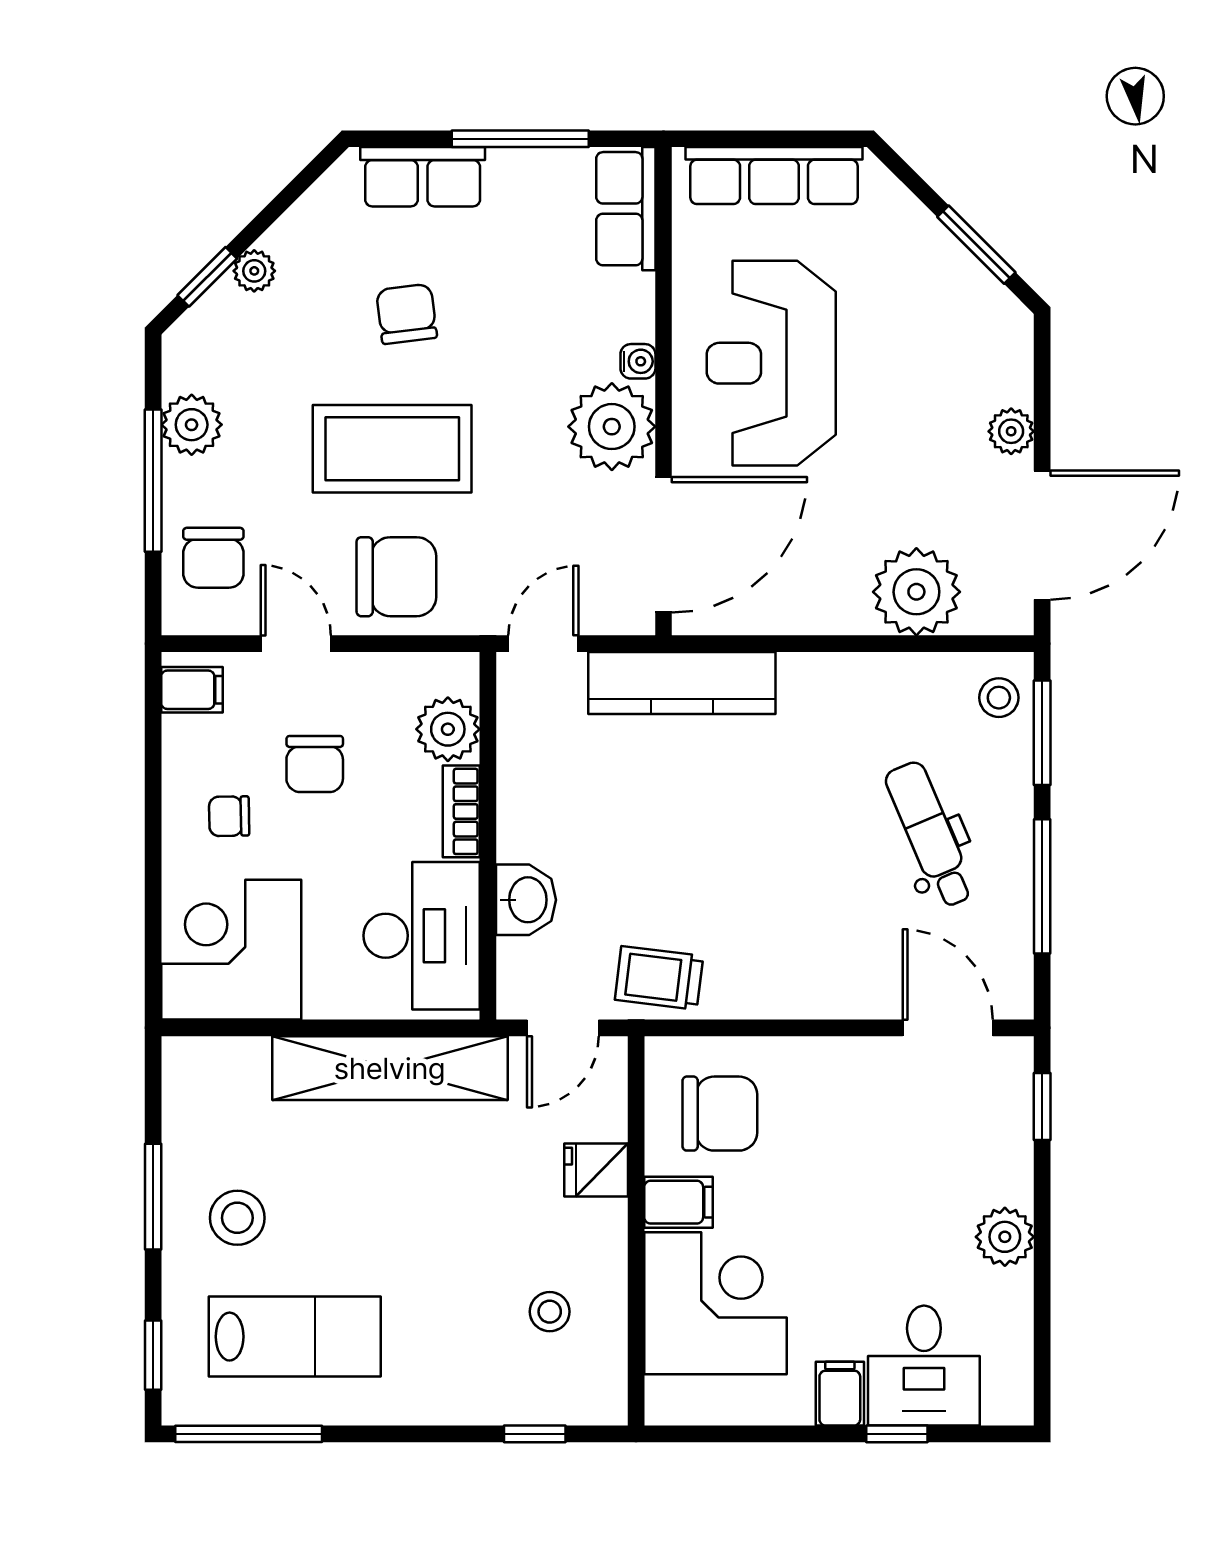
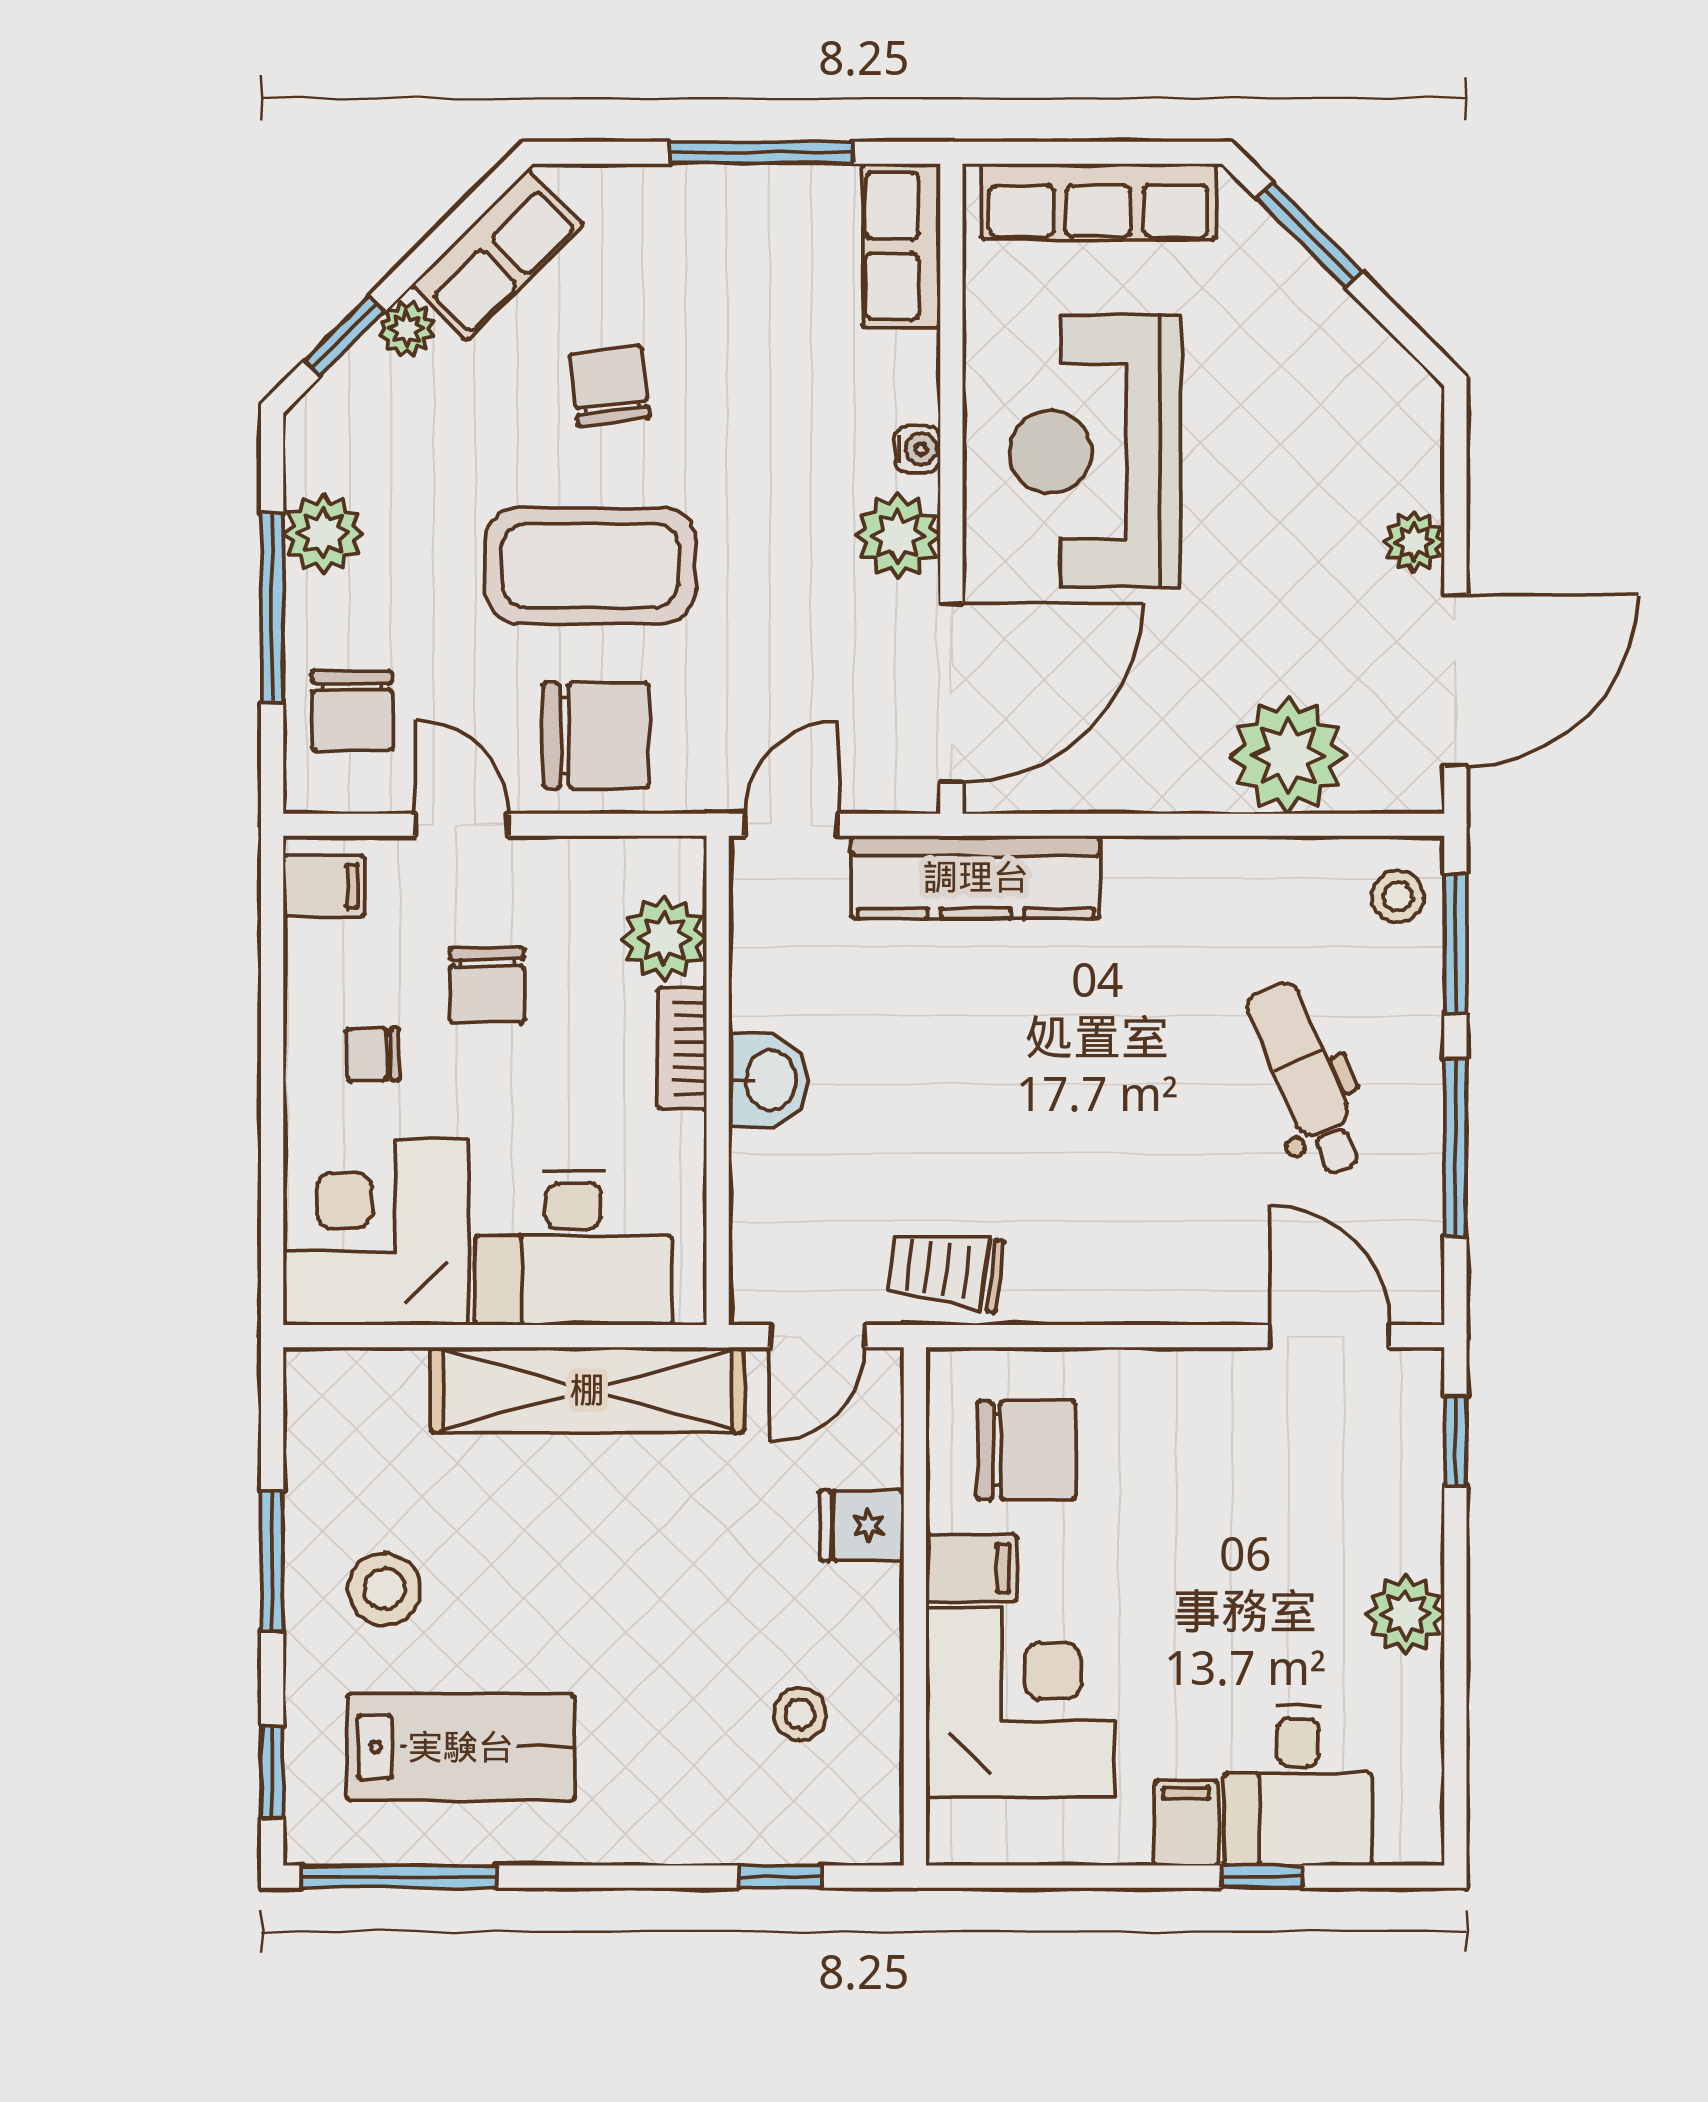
row of seats: (423, 177) -> (497, 255), moved, turned -45
window: (976, 245) -> (1309, 235), moved
plant: (612, 427) -> (898, 536), width x0.73, depth x0.73
washbasin: (526, 900) -> (768, 1080), moved
desk: (422, 936) -> (573, 1248), moved, turned 90

